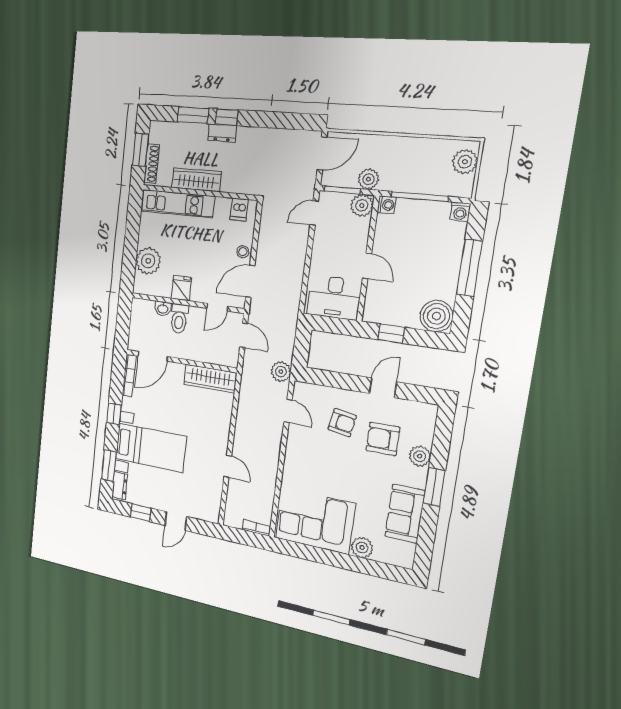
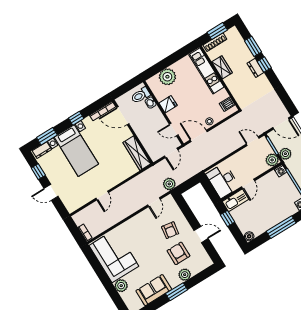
wardrobe: (196, 180) -> (222, 67), width x0.67
kitchen sink: (376, 302) -> (236, 200), added
boiler: (436, 316) -> (249, 236), width x0.54, depth x0.54
toilet: (179, 319) -> (141, 95), moved

